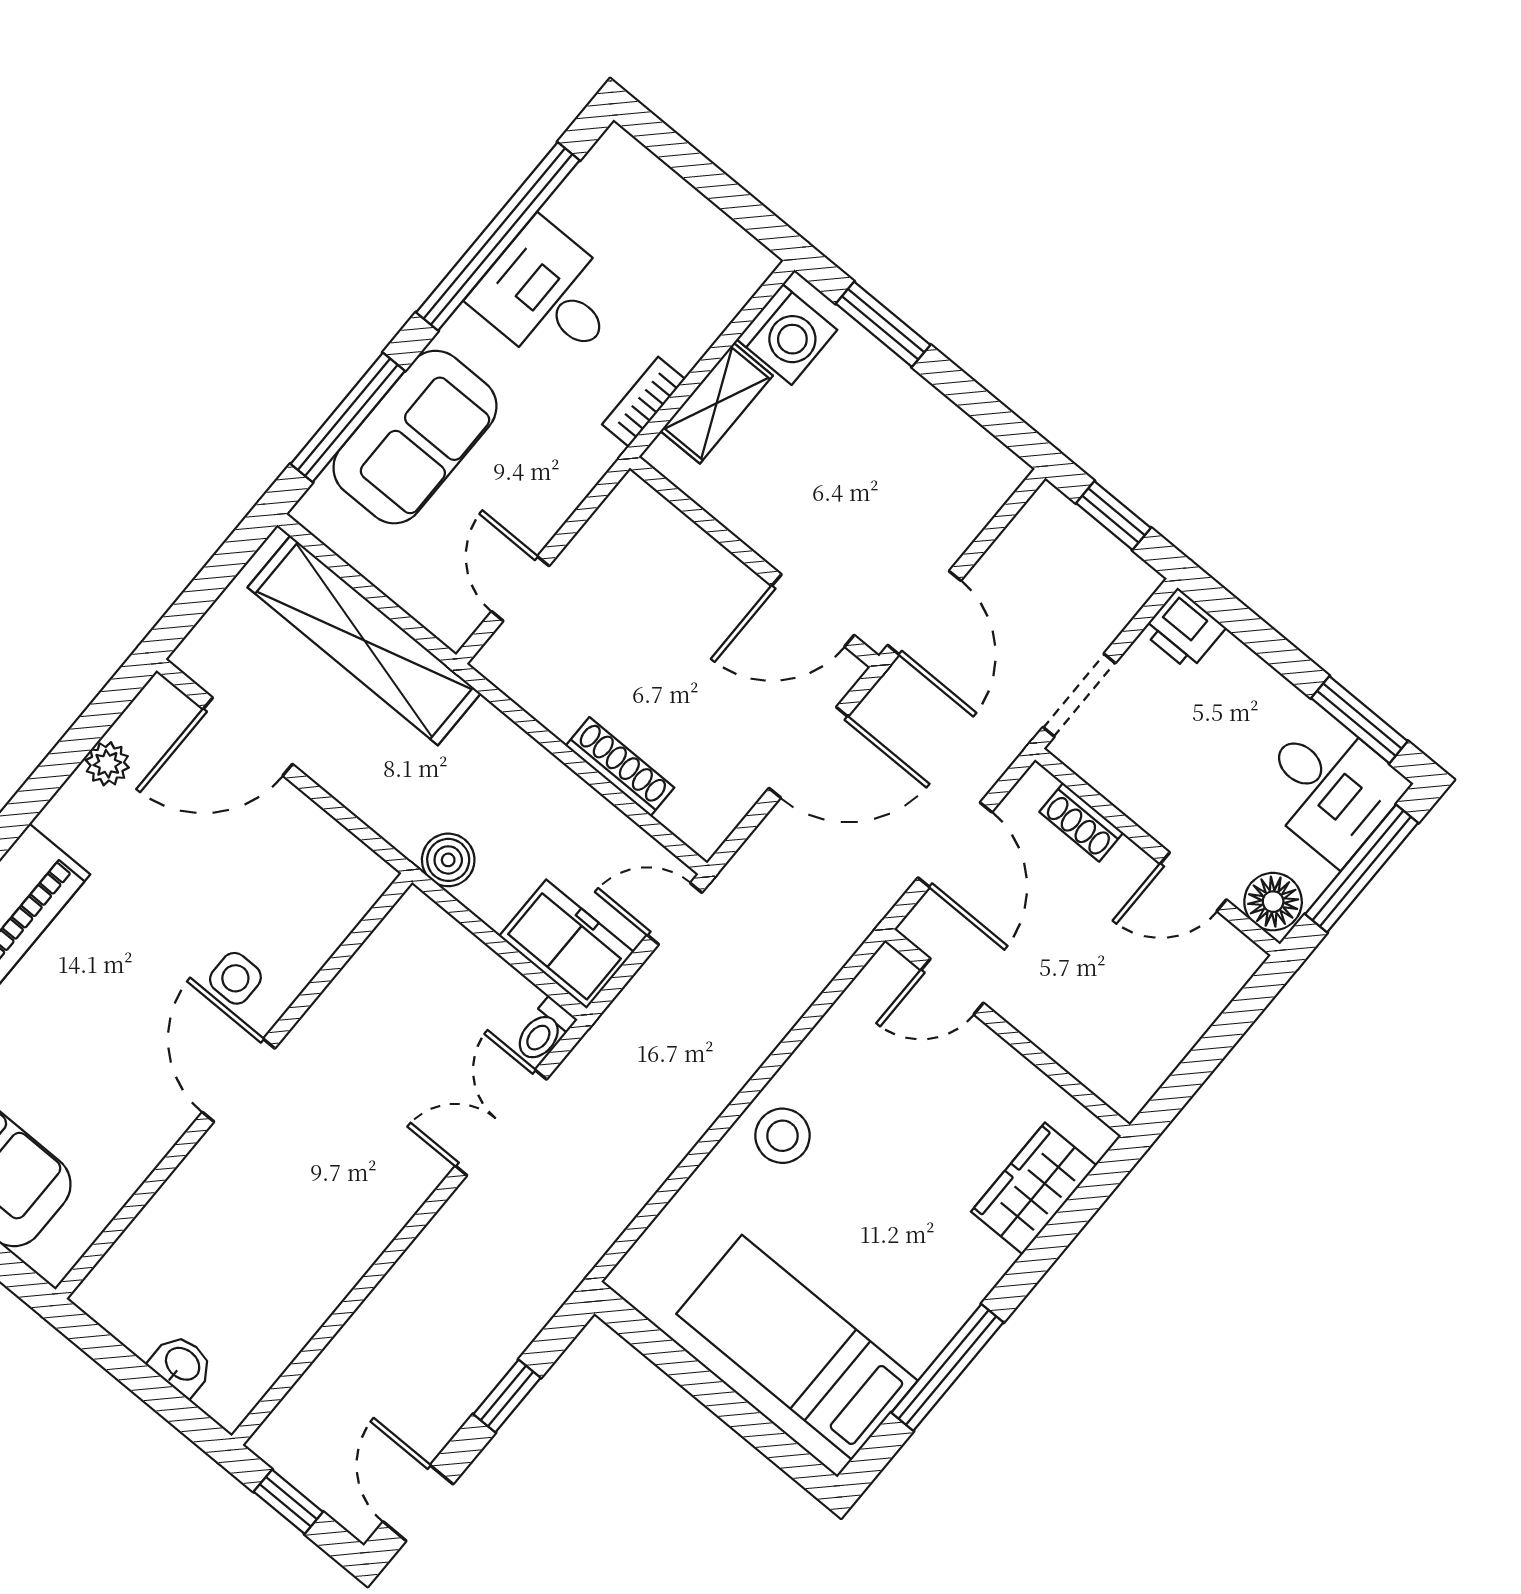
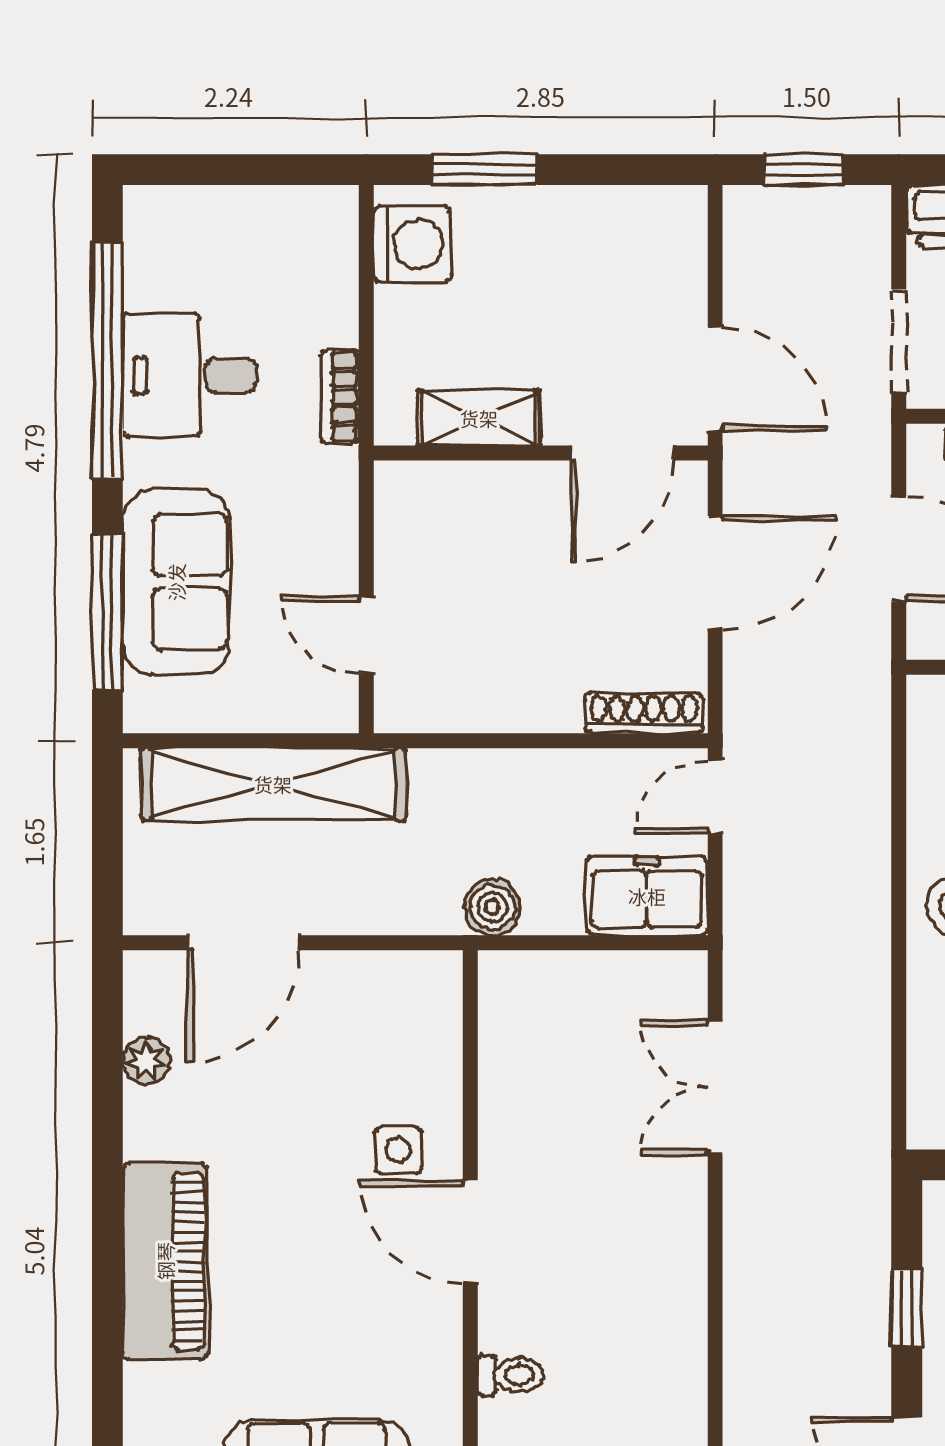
shelving: (717, 403) -> (479, 418), moved, turned 90
shoe rack: (620, 767) -> (644, 713), moved
toilet: (544, 1031) -> (510, 1375), moved, turned -90

